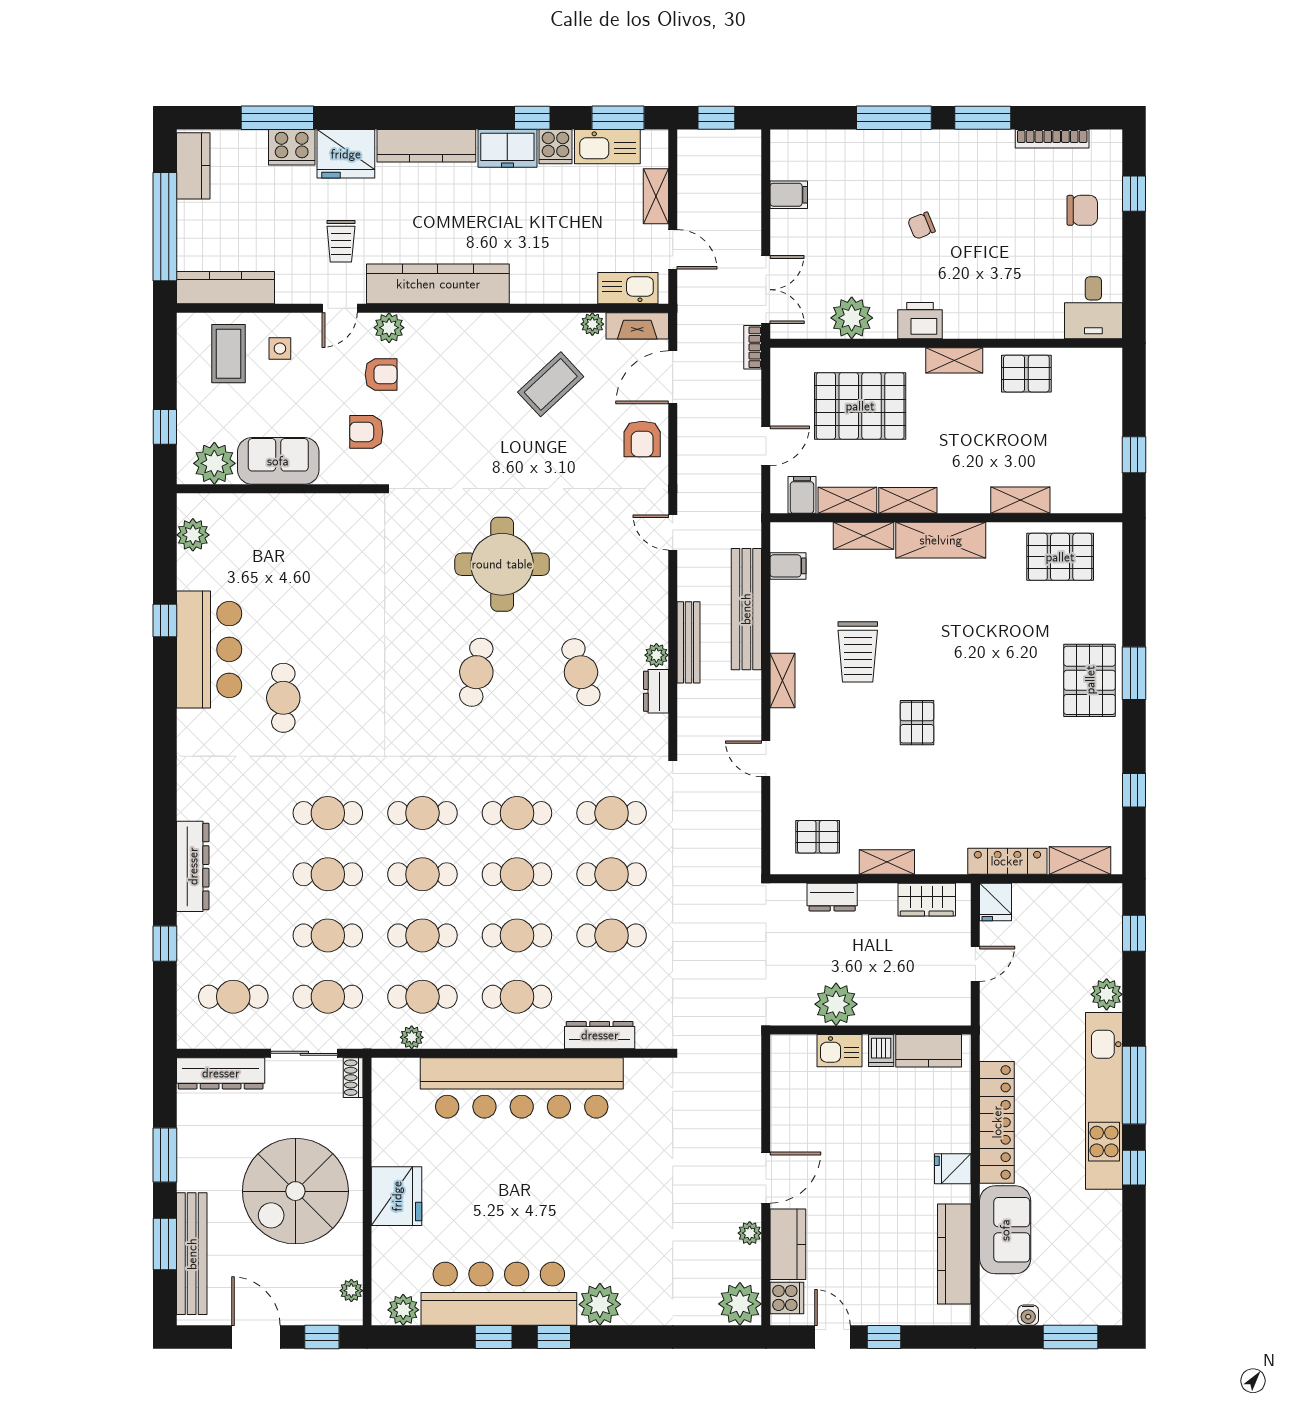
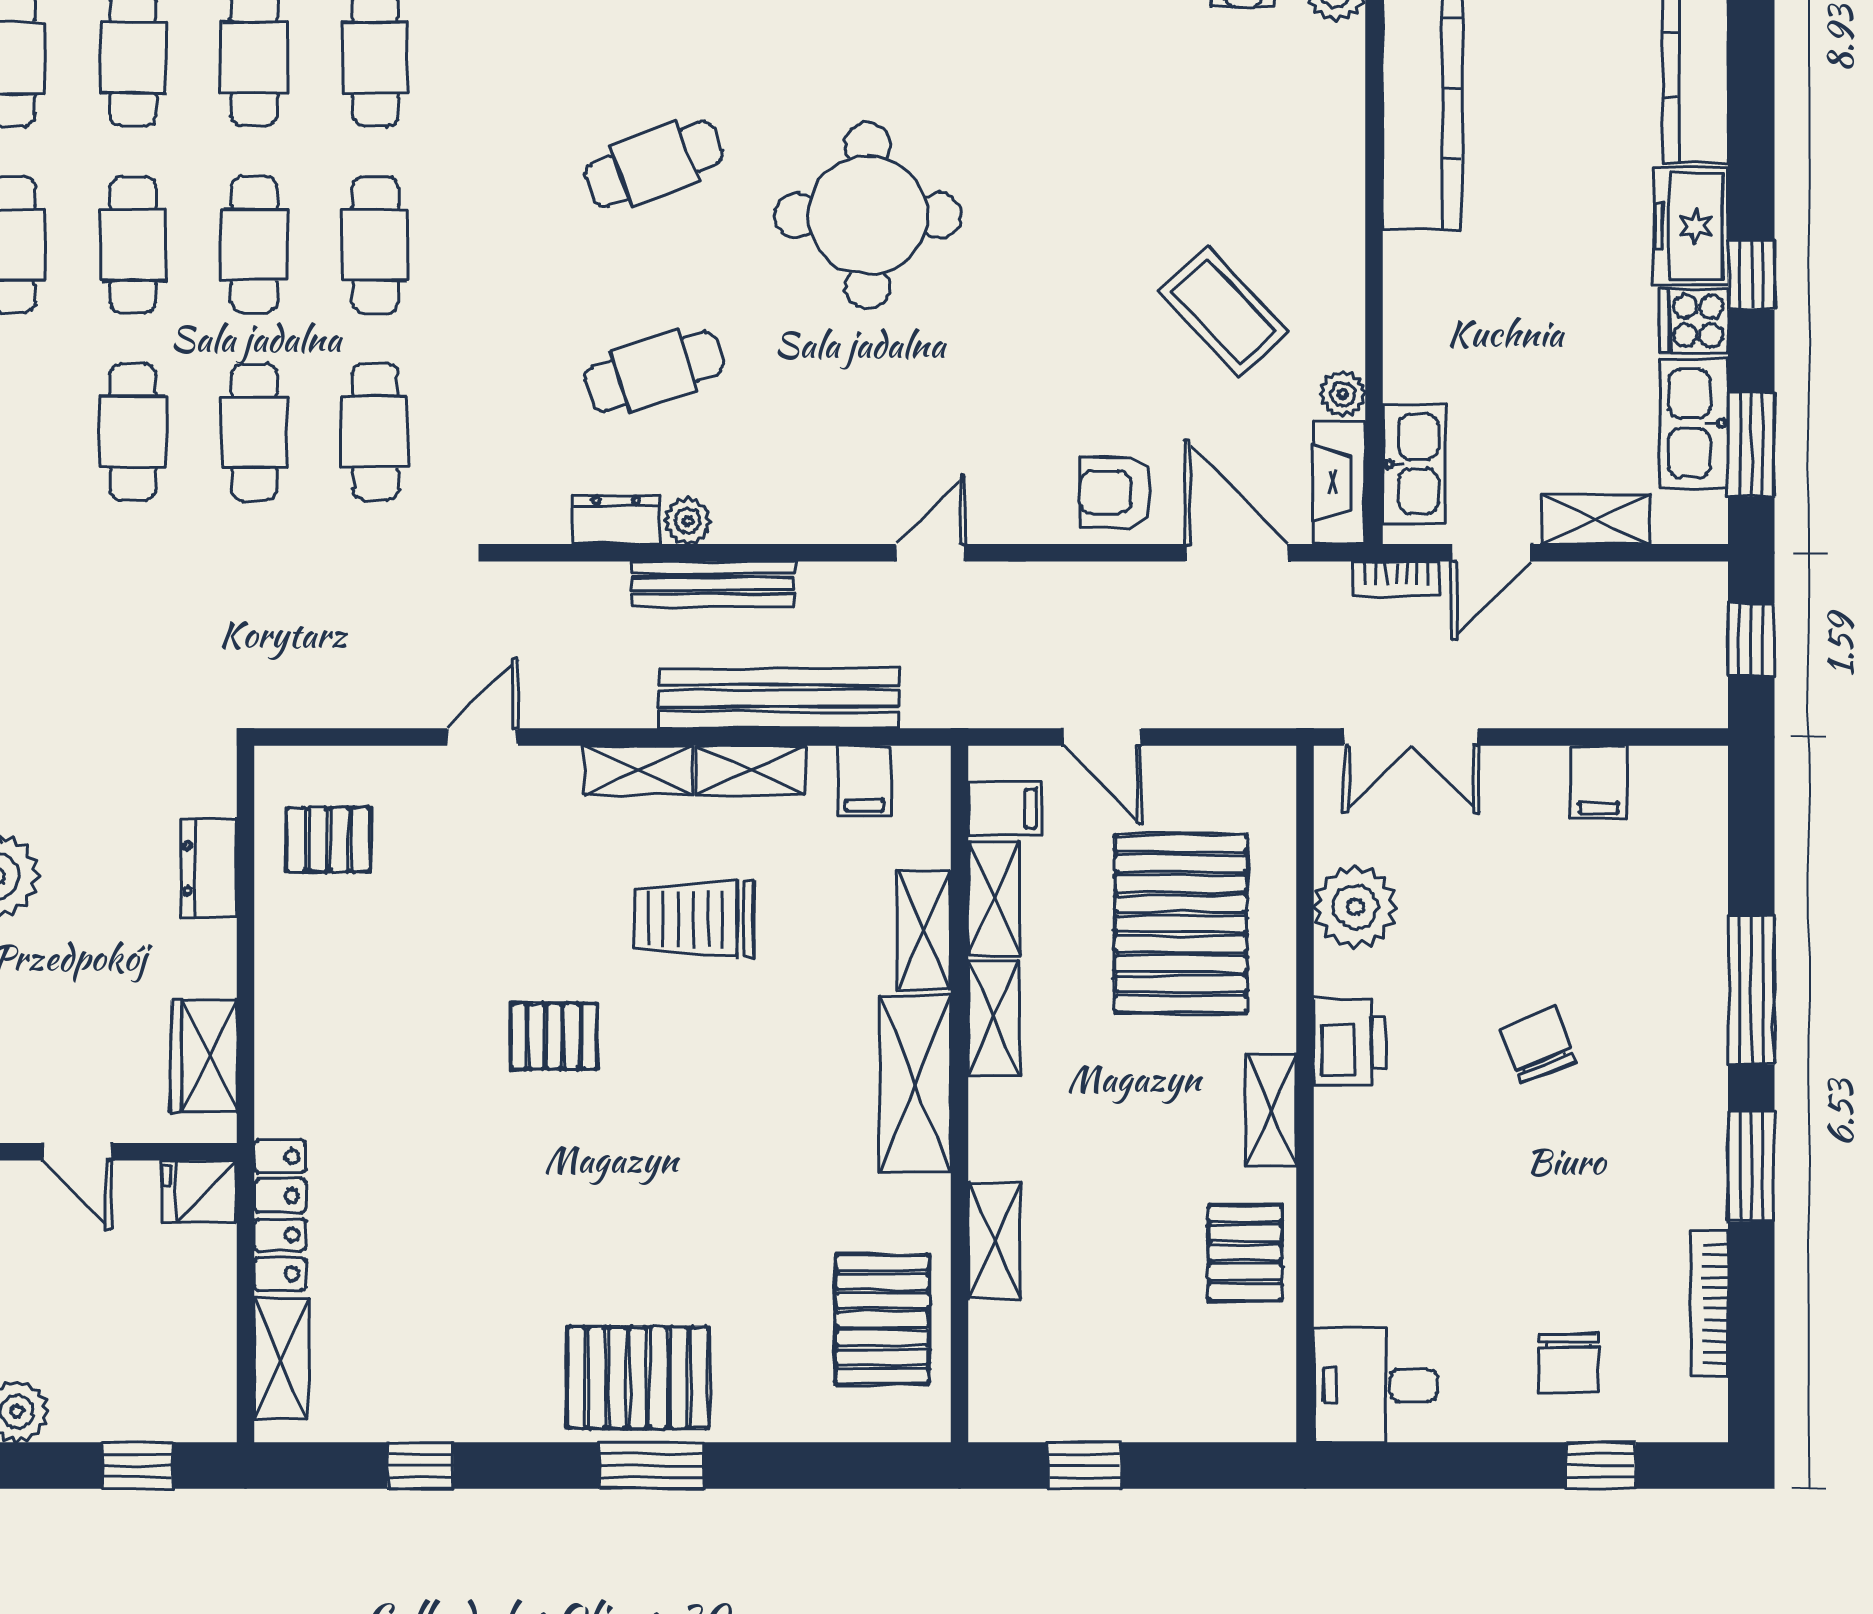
chair: (921, 226) -> (1538, 1045), width x1.37, depth x1.37
bookcase: (753, 347) -> (1396, 579), moved, turned 180
cafe table: (476, 672) -> (654, 164), turned -33
pallet: (818, 837) -> (328, 840), turned 90
shelving: (887, 862) -> (751, 770), moved, turned 90

